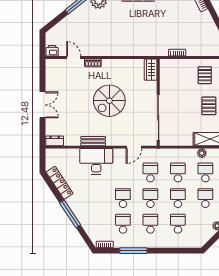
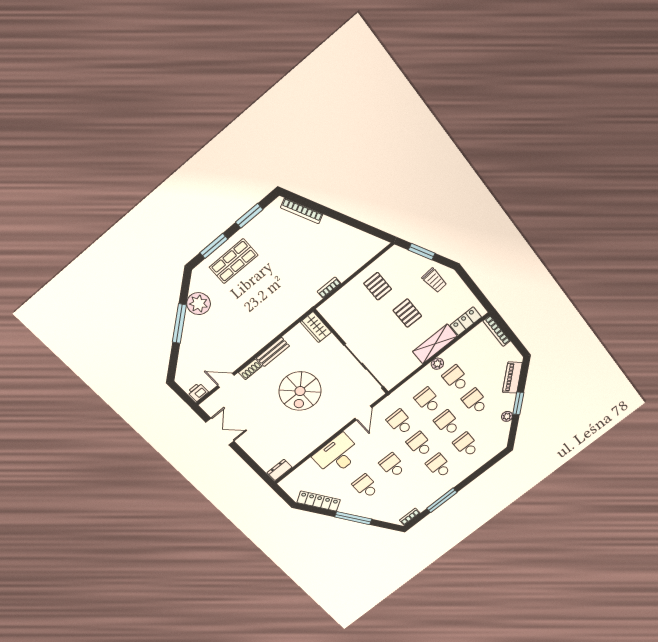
double door: (42, 105) -> (220, 432), moved
bench: (93, 141) -> (273, 352), moved
school desk: (123, 224) -> (366, 486), moved

